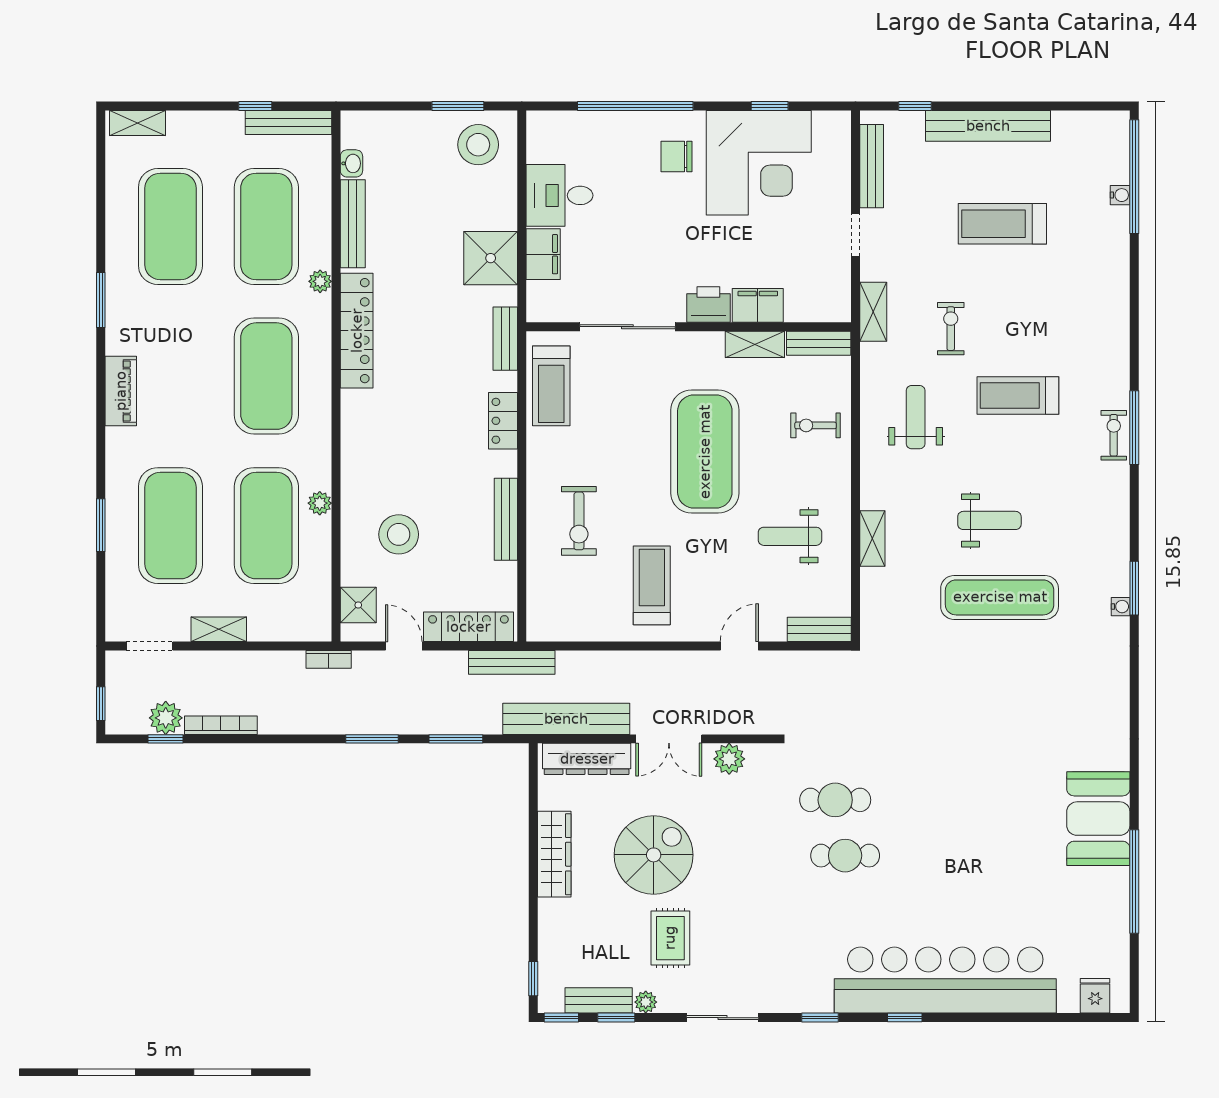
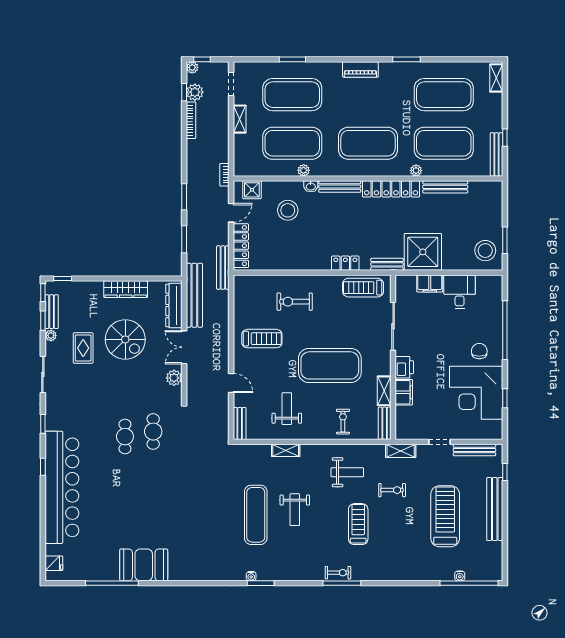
washbasin: (351, 163) -> (311, 186), moved
treadmill: (1002, 224) -> (445, 516), width x1.37, depth x1.38
shower: (491, 258) -> (423, 252), width x1.37, depth x1.37
bench: (506, 519) -> (340, 187), moved
plant: (117, 723) -> (192, 67), added
rug: (670, 938) -> (83, 348), turned 90

